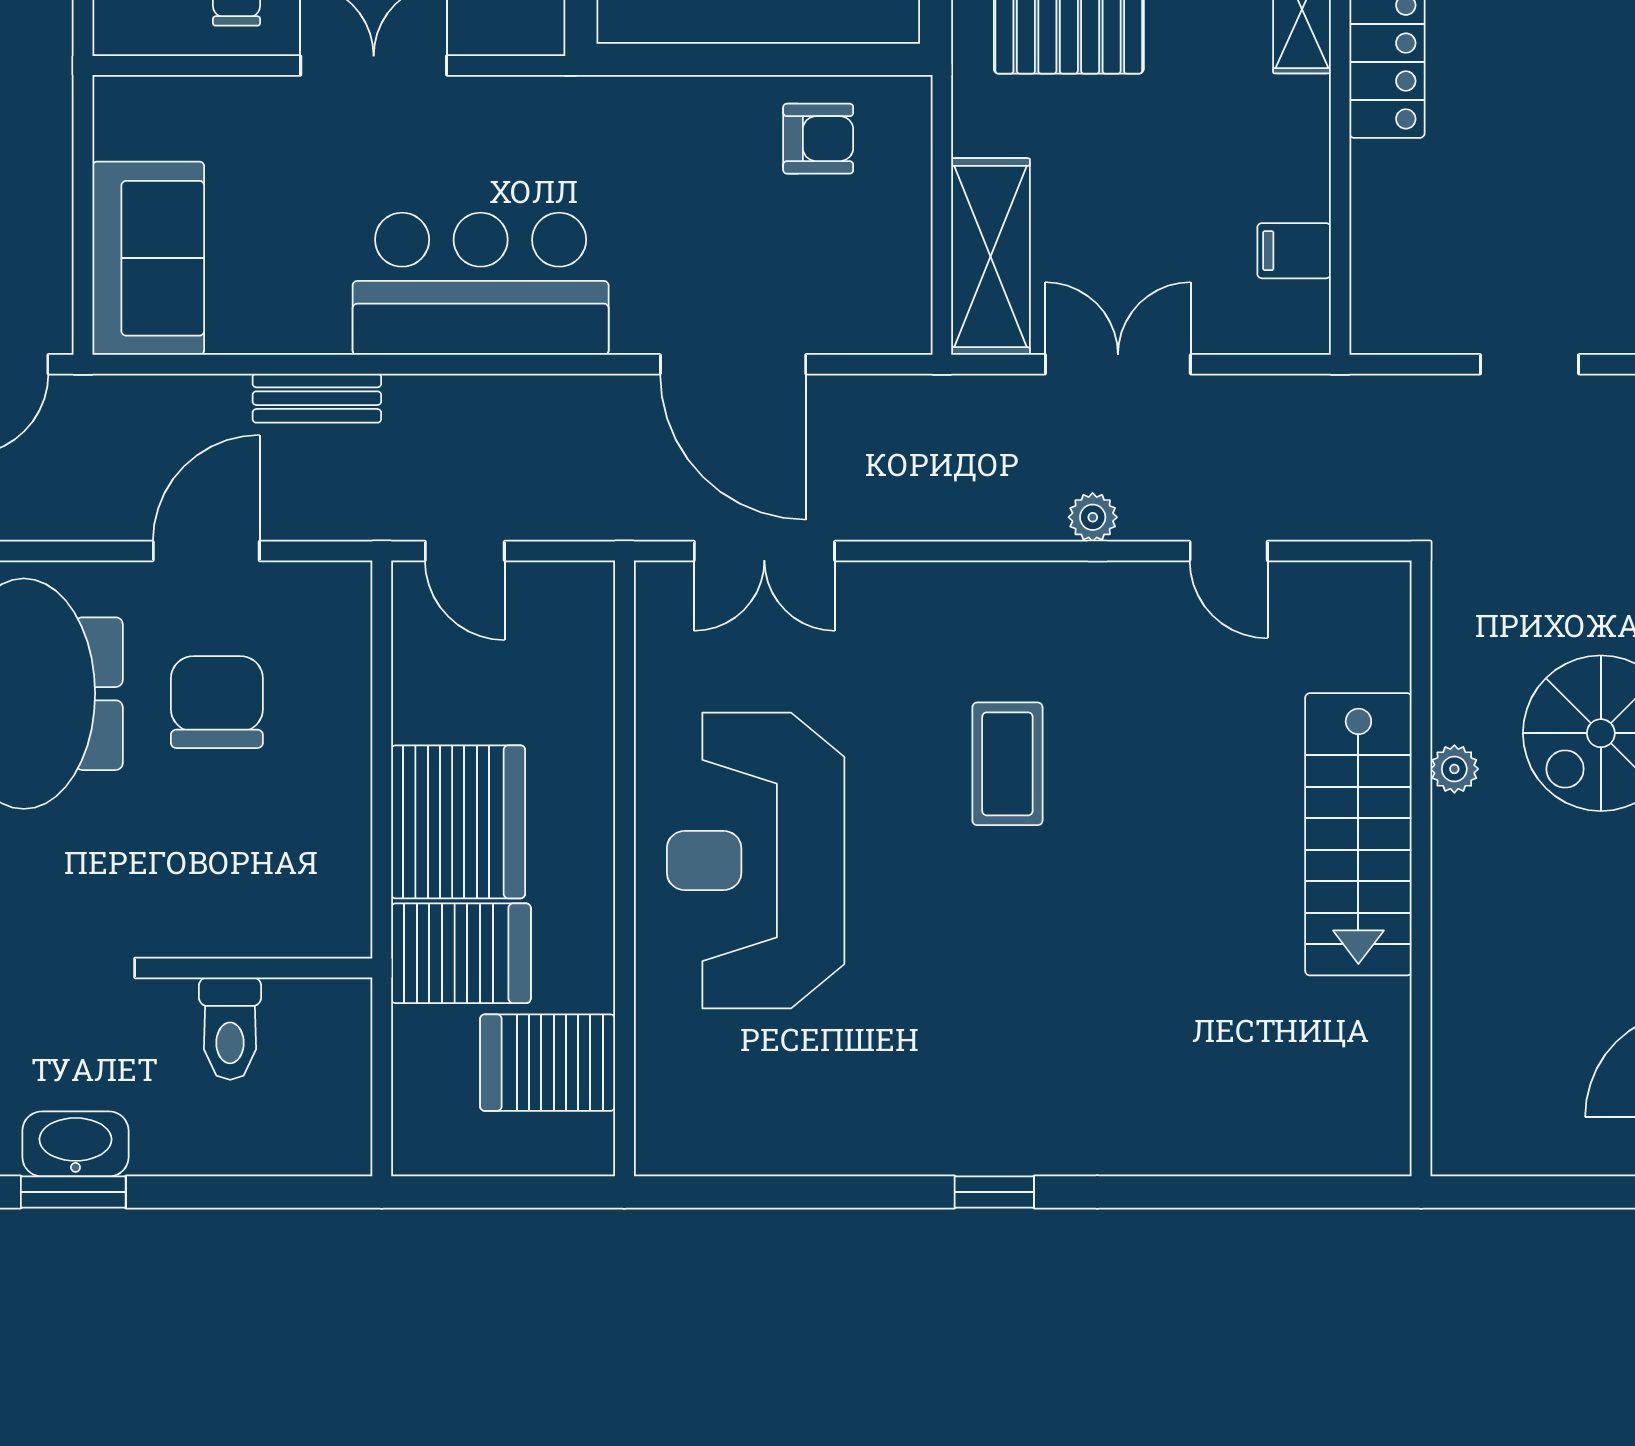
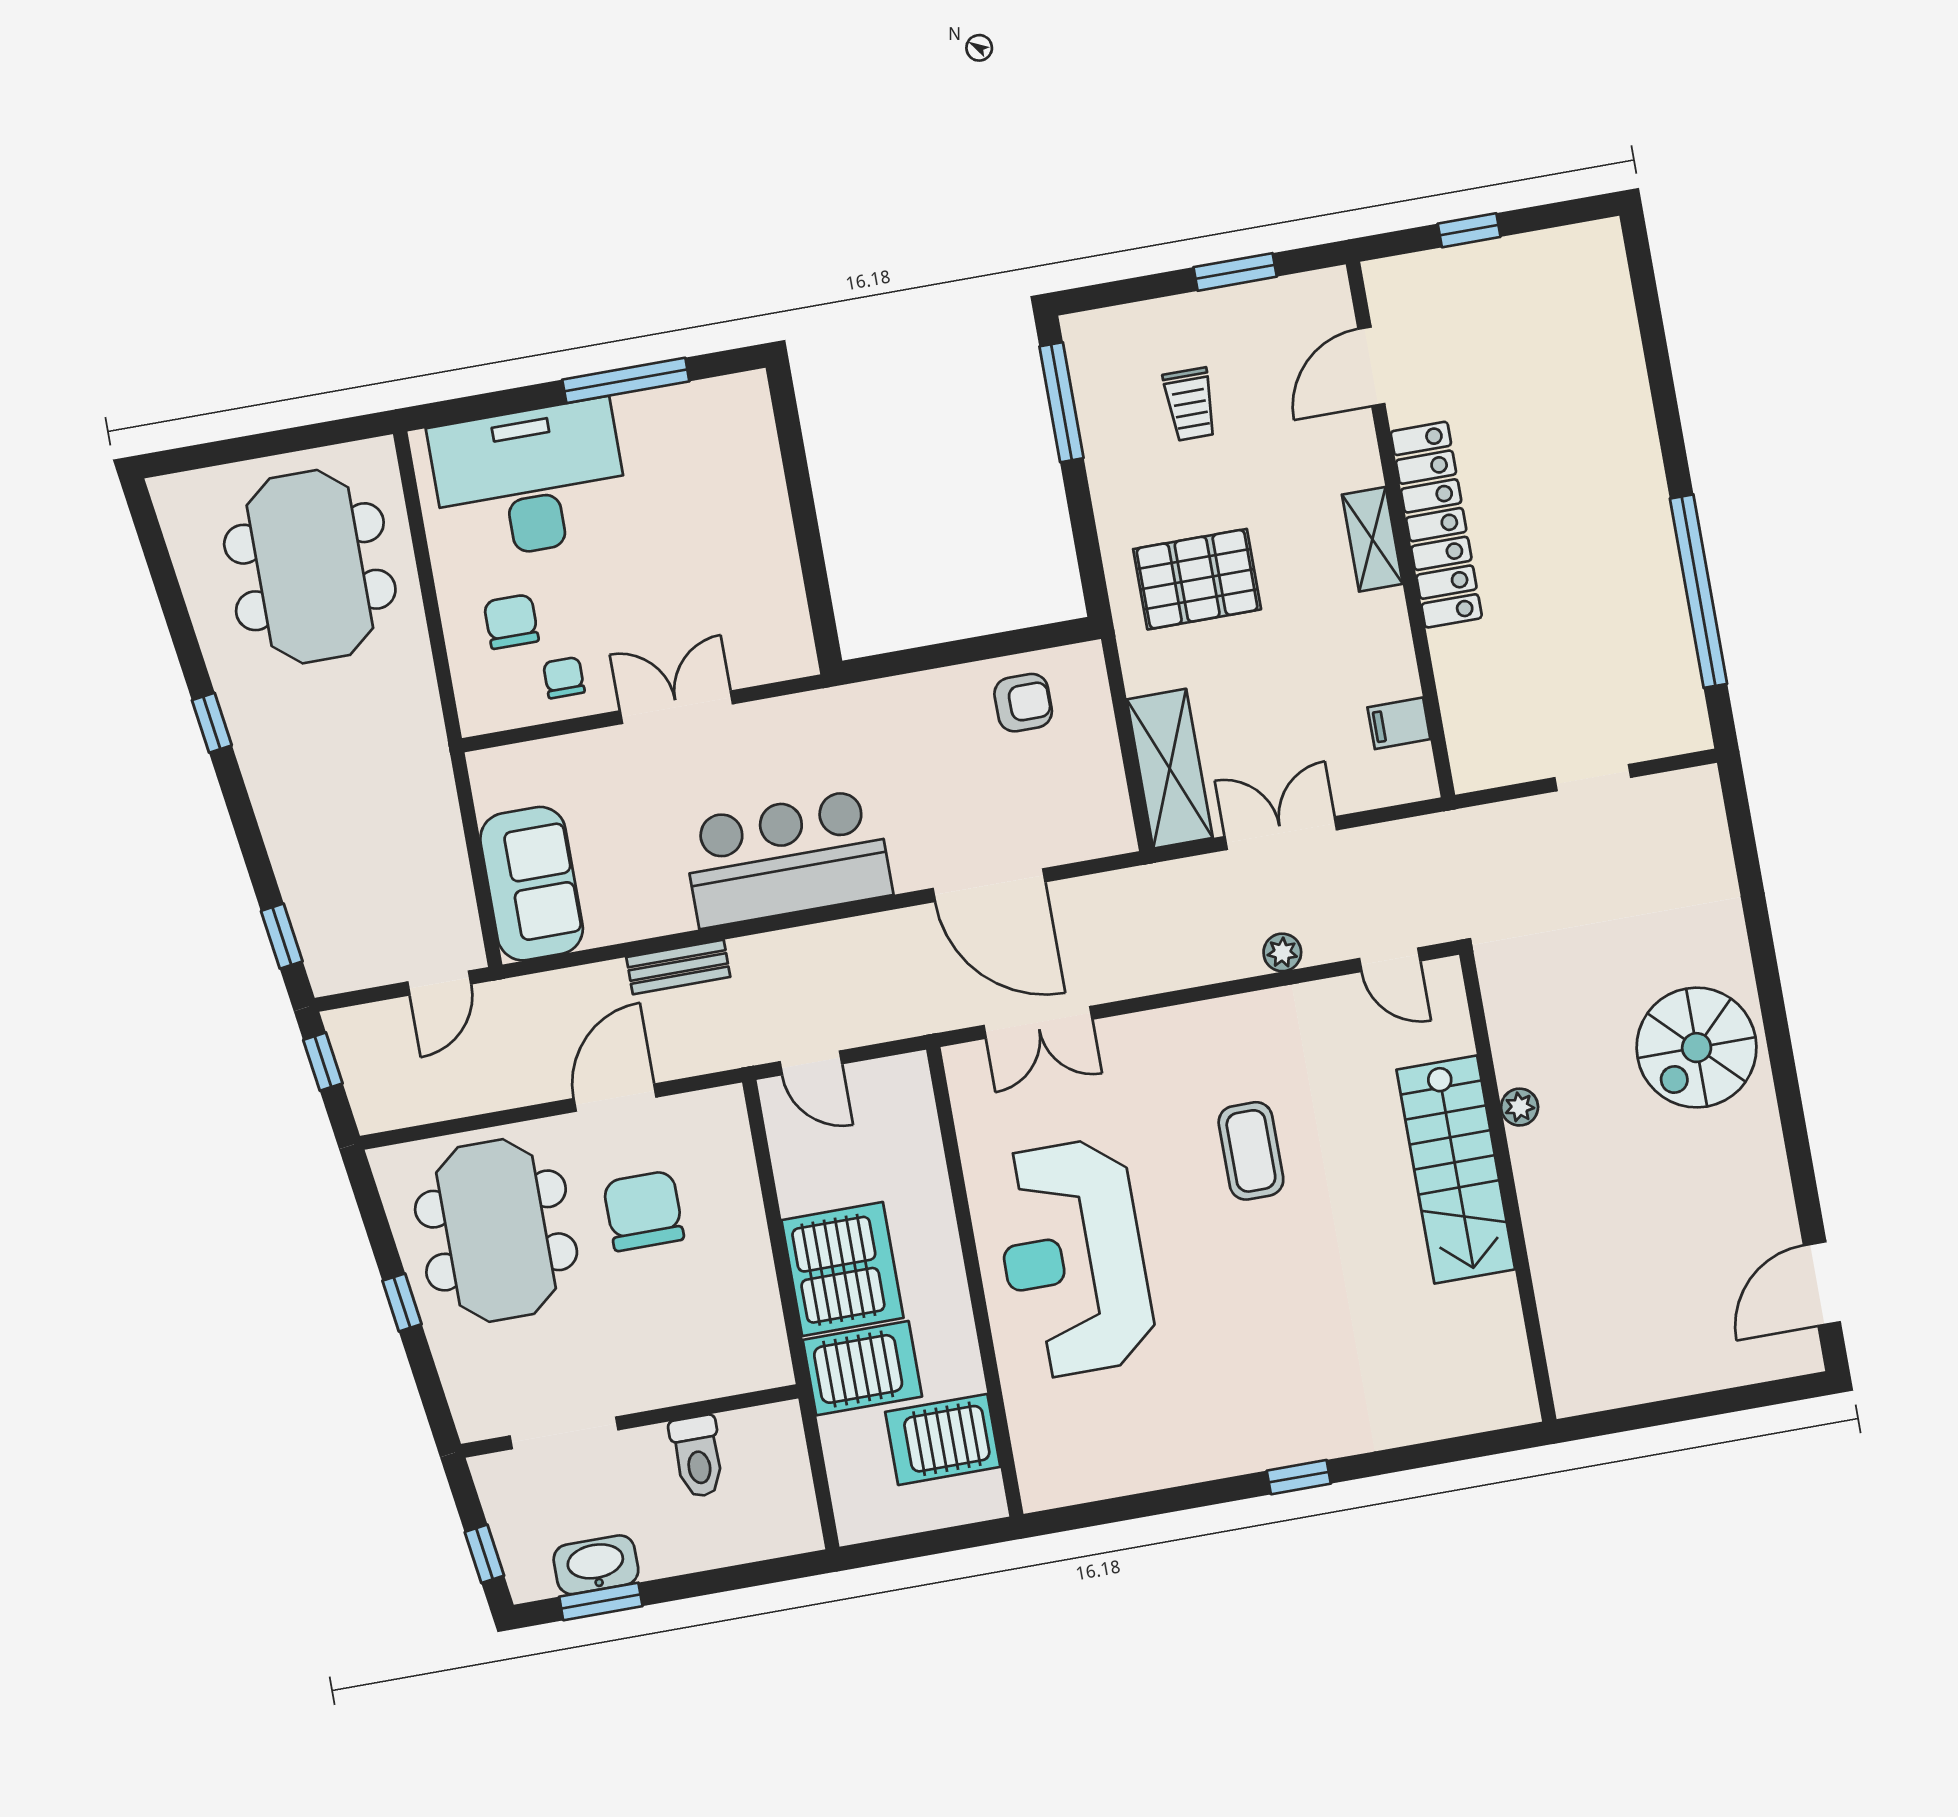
plant: (1454, 769) -> (1520, 1107), moved
stairs: (1358, 834) -> (1456, 1169), moved
wall: (1421, 868) -> (1508, 1187), moved

